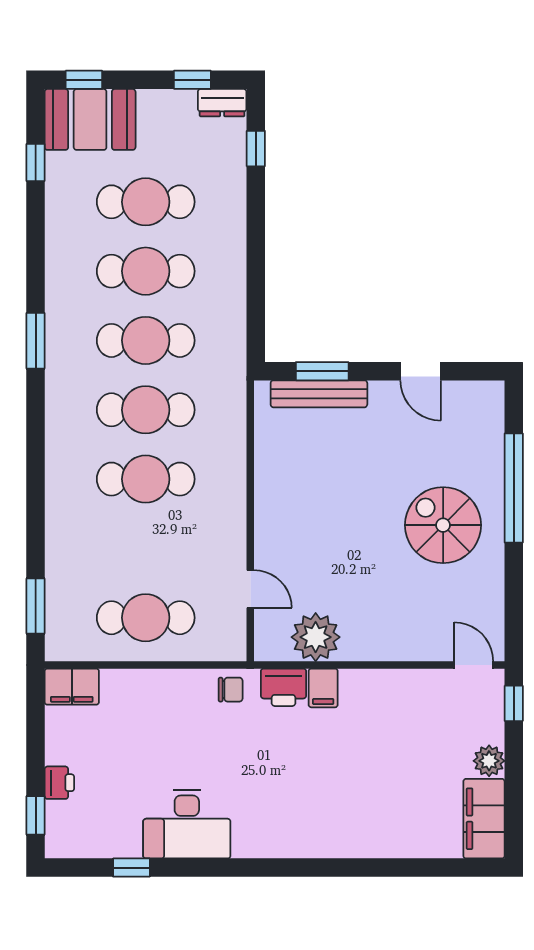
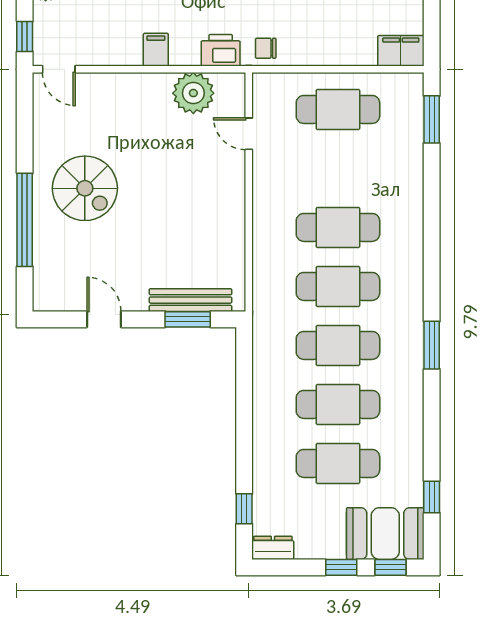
window: (192, 80) -> (341, 567), moved
filing cabinet: (323, 688) -> (156, 50), moved

